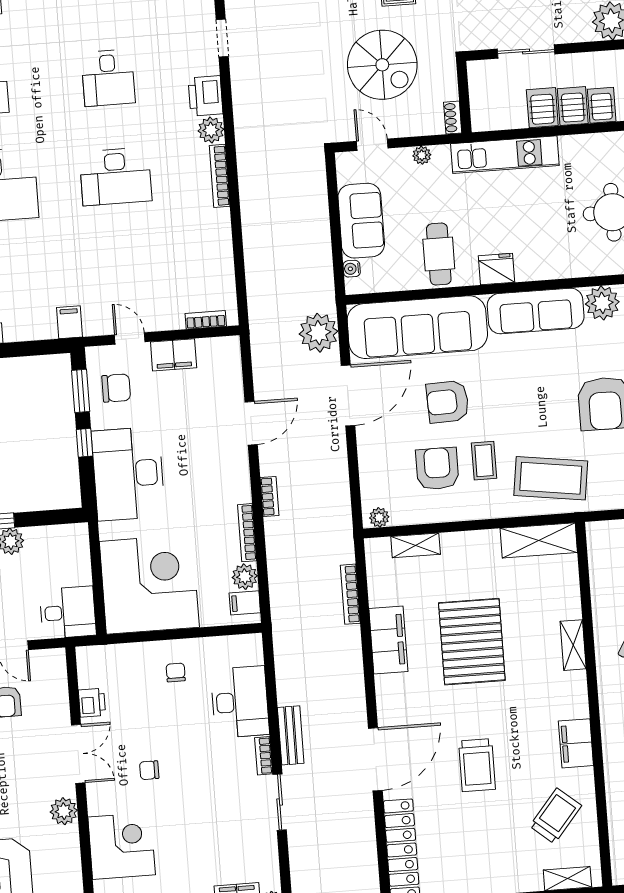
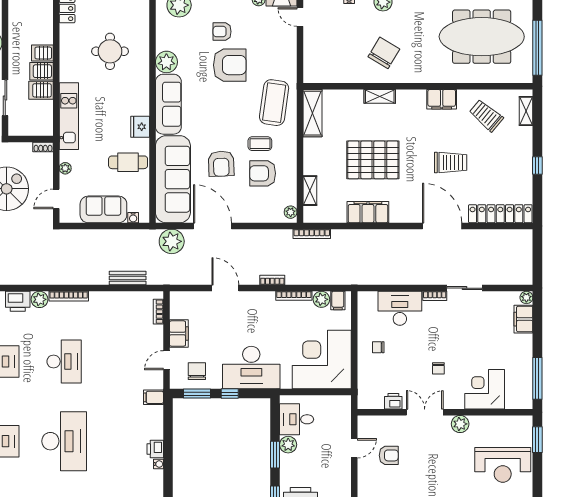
bookcase: (350, 594) -> (312, 234), moved
desk: (68, 612) -> (297, 419), moved, turned -90
bench: (291, 735) -> (128, 278), moved

